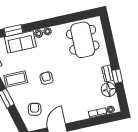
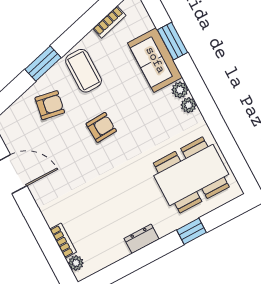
window: (117, 76) -> (191, 231), moved
floor lamp: (108, 90) -> (112, 249), removed
armchair: (35, 109) -> (50, 105), moved

